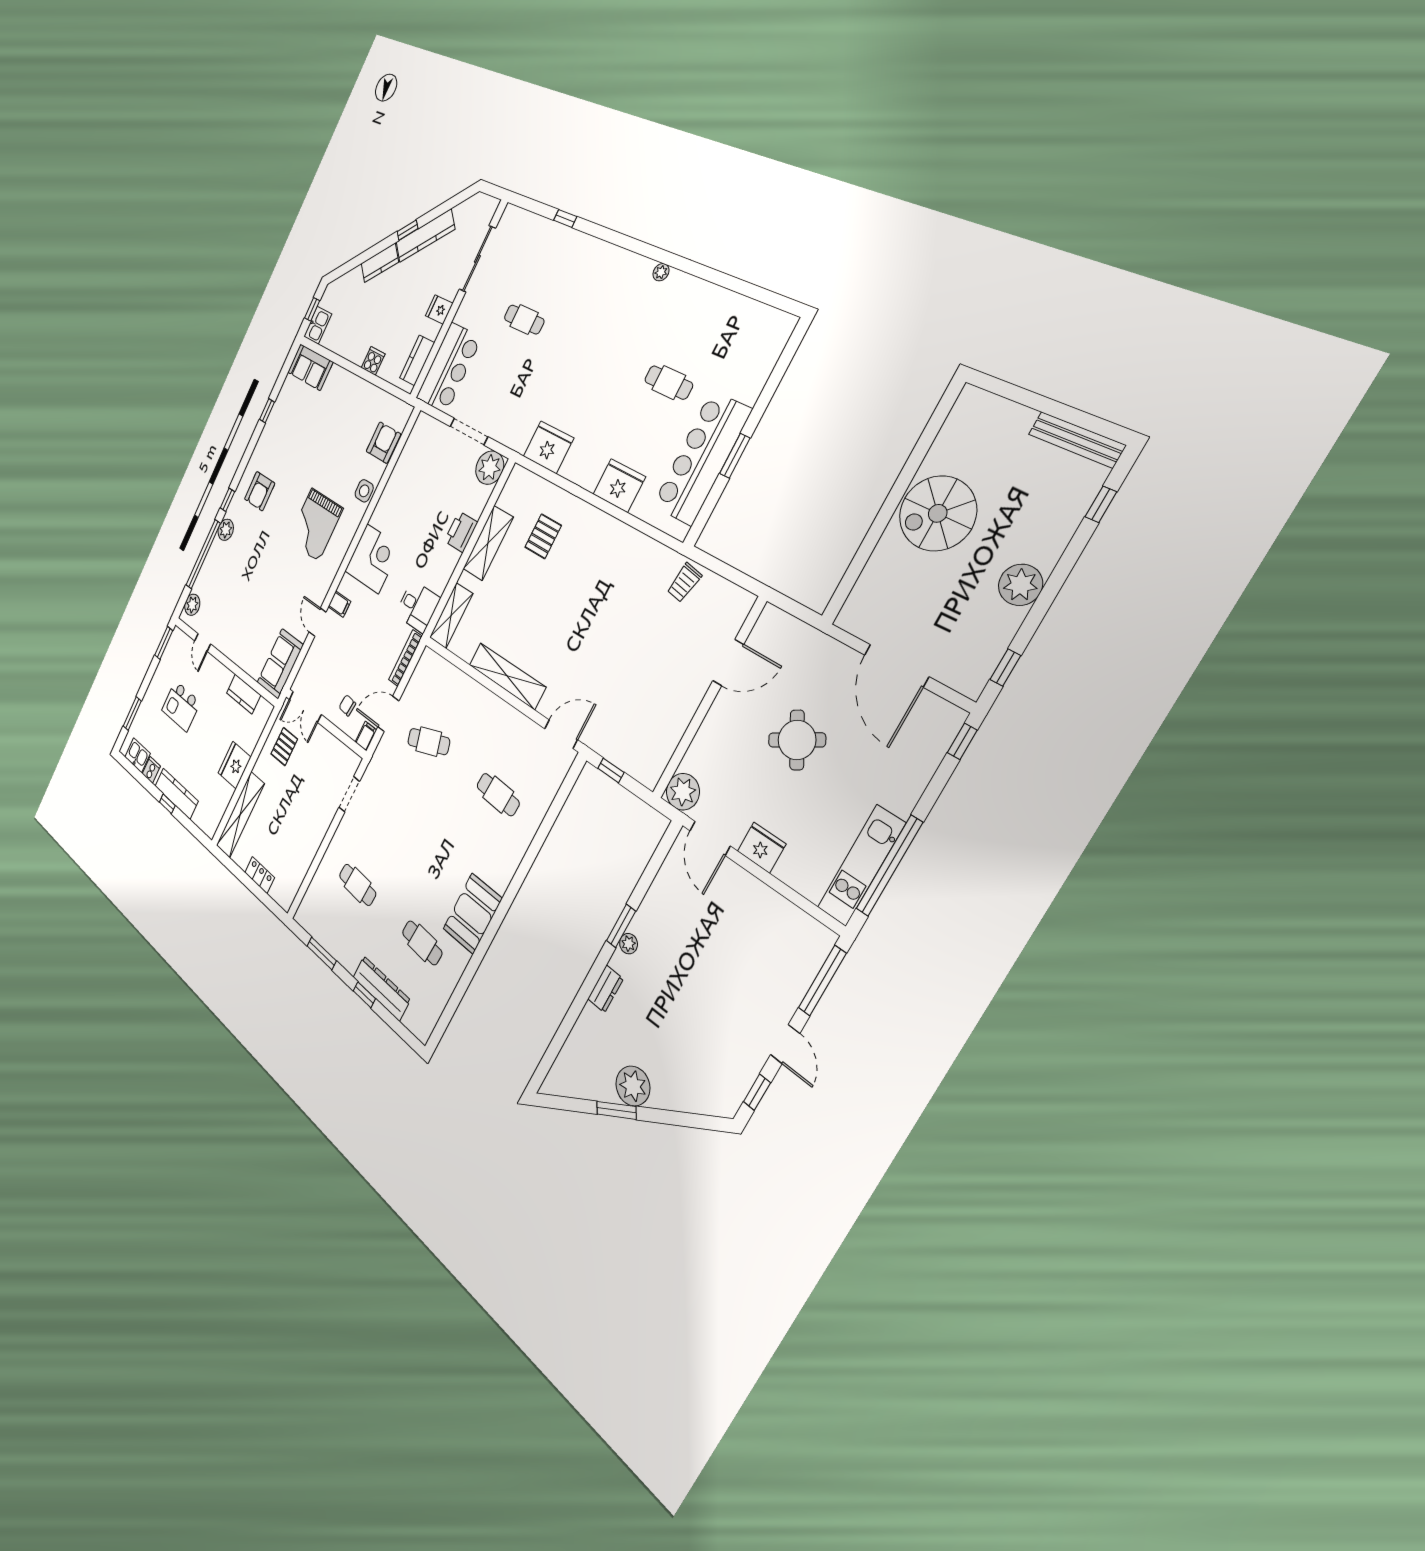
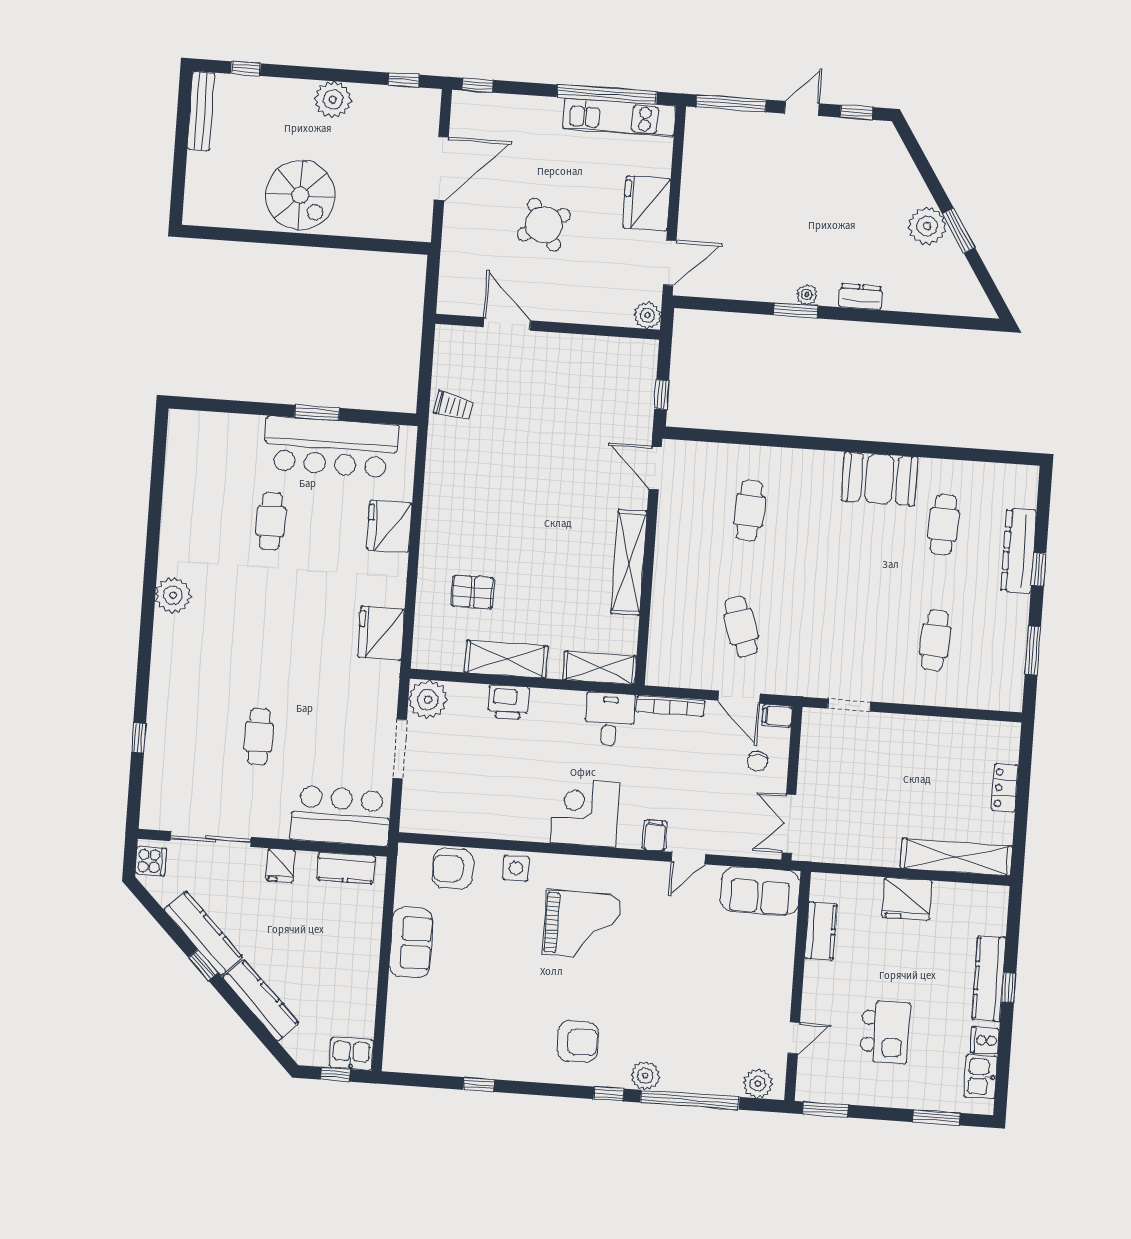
kitchen counter: (380, 263) -> (261, 1000), width x1.50
plant: (661, 272) -> (173, 595), width x1.88, depth x1.88
cooker: (373, 361) -> (151, 861), moved, turned 180
sofa: (310, 367) -> (411, 943), moved
double door: (305, 707) -> (789, 824), swing flipped
pallet: (284, 747) -> (847, 831), removed
plant: (683, 792) -> (647, 315), width x0.73, depth x0.73
fridge: (762, 848) -> (647, 203), width x1.36, depth x1.34

